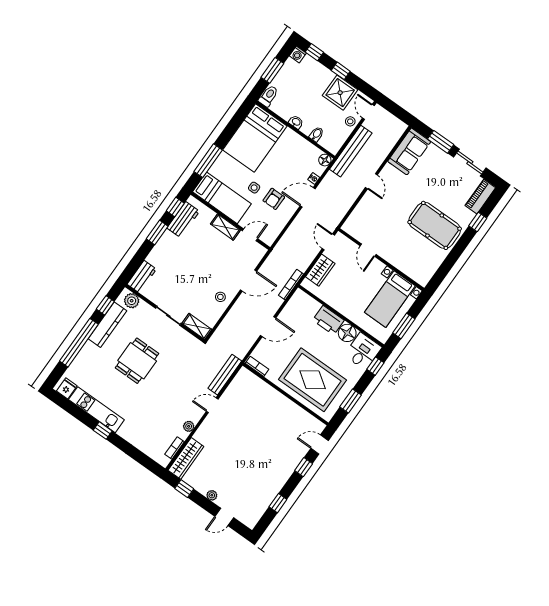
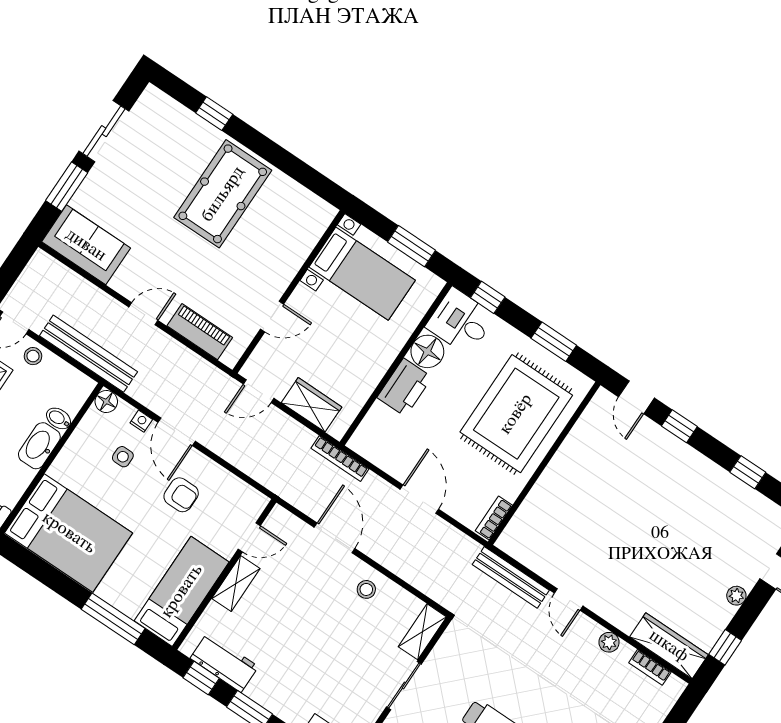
washbasin: (296, 122) -> (39, 446), width x1.91, depth x1.45
side table: (254, 188) -> (123, 457), moved
piano: (480, 197) -> (200, 332), moved, turned 180
door: (250, 235) -> (249, 537), swing flipped

